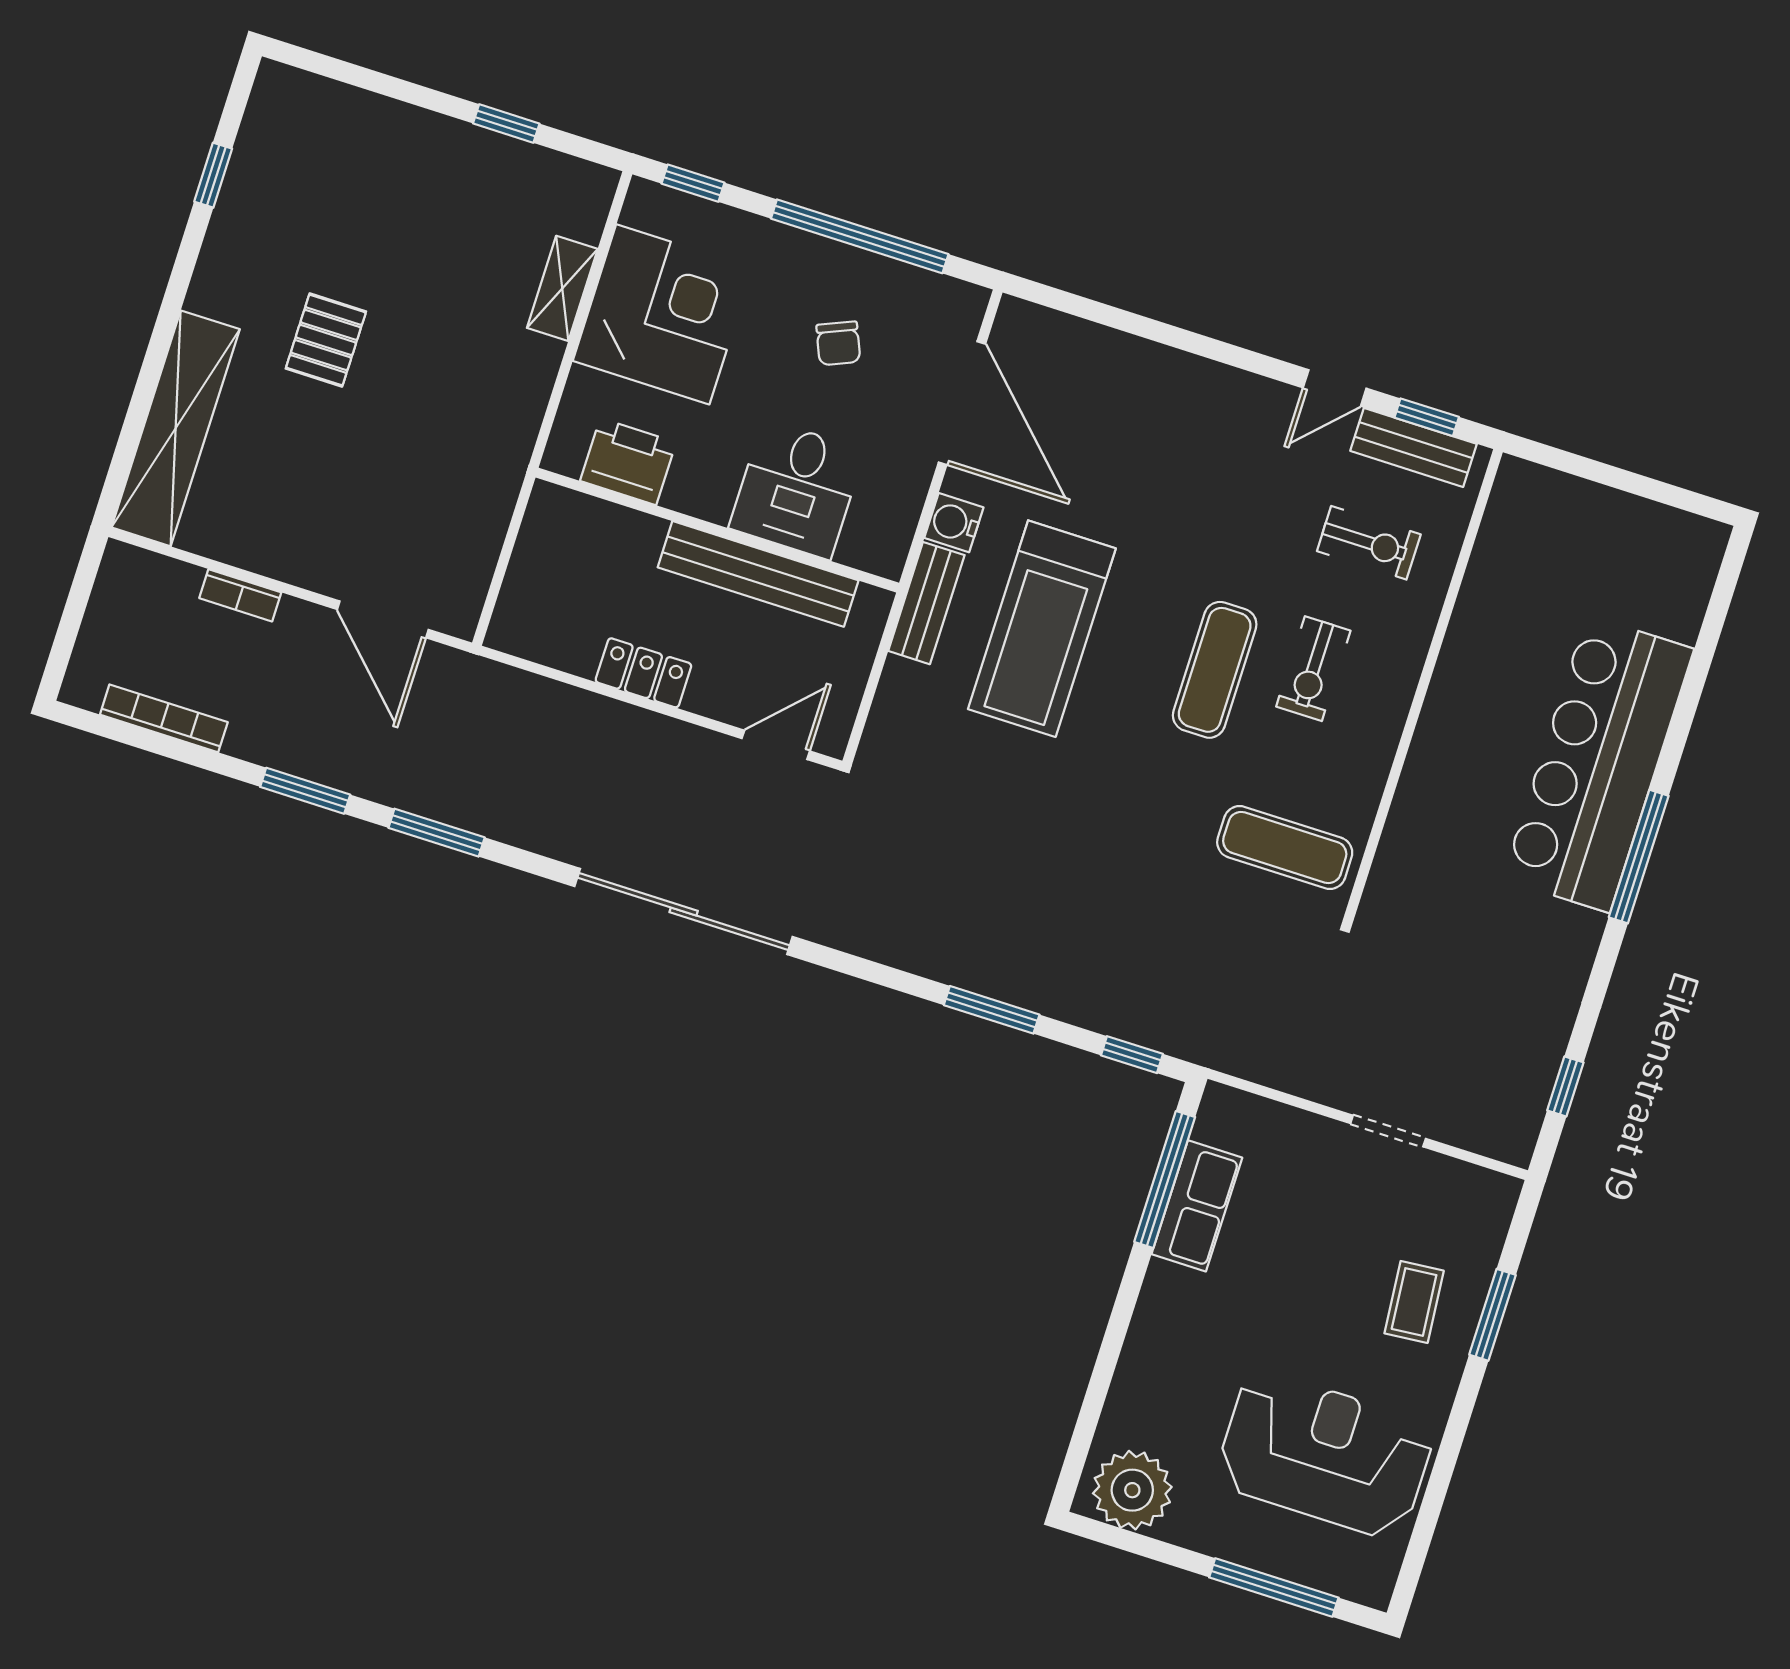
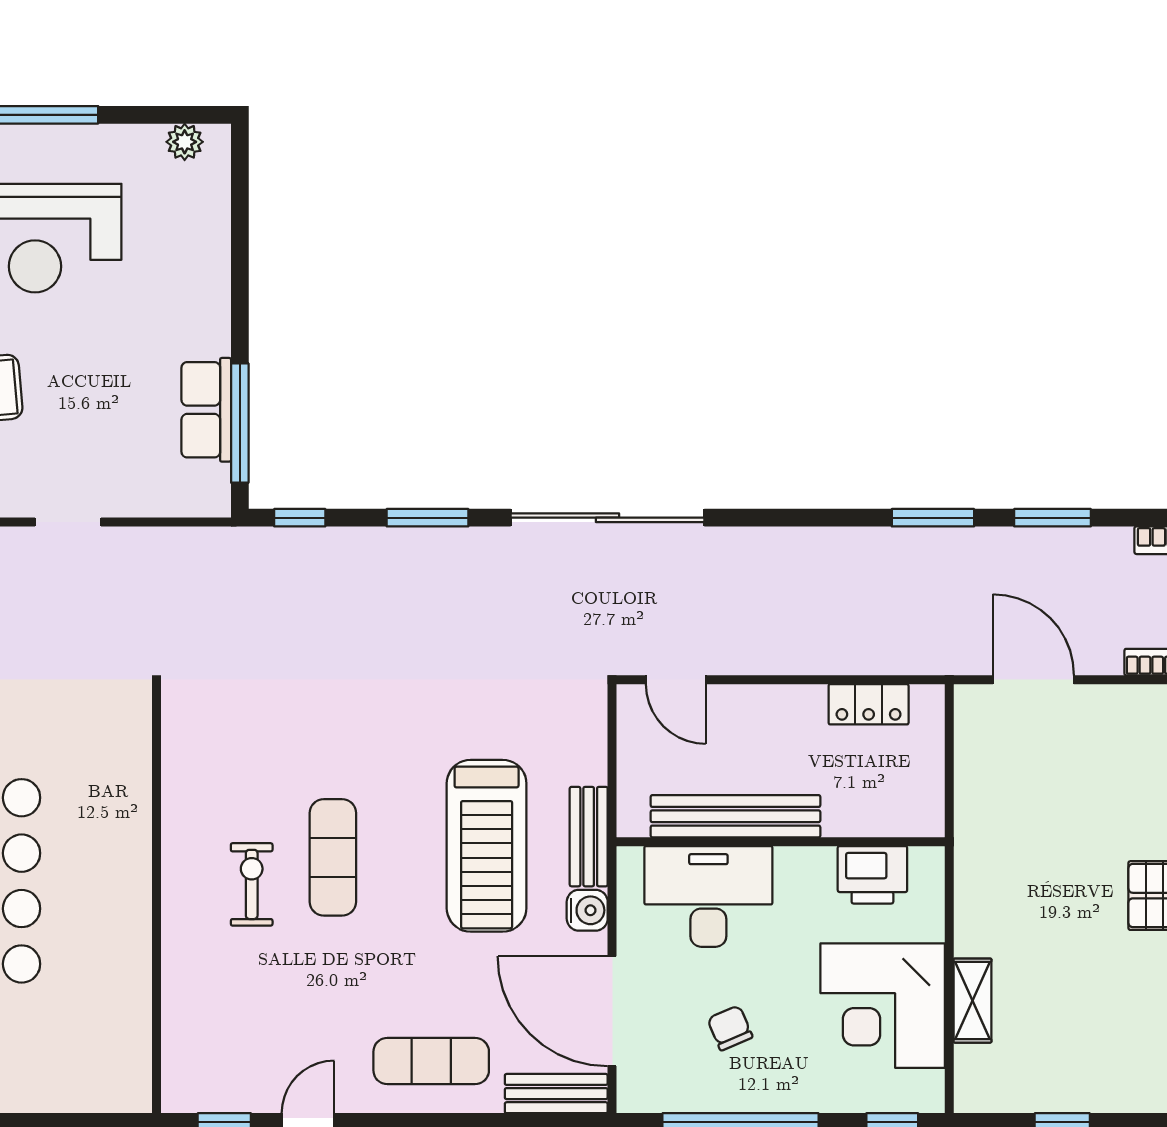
bench: (1414, 447) -> (556, 1094), moved
desk: (797, 489) -> (708, 896), width x1.37
exercise bike: (1369, 543) -> (239, 1003), removed
treadmill: (1042, 629) -> (487, 846), turned 180
locker: (643, 673) -> (869, 704), moved
door: (776, 745) -> (676, 680), hinge flipped
exercise mat: (1285, 848) -> (431, 1061), moved
sliding door: (684, 911) -> (607, 518), moved
plant: (1132, 1490) -> (185, 142), width x0.53, depth x0.53

